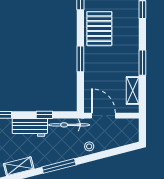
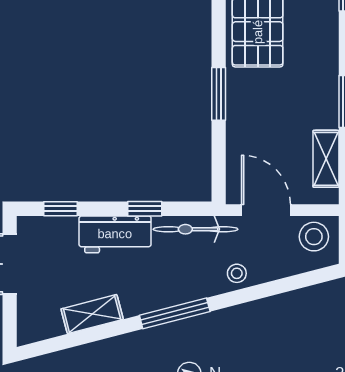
stool: (127, 128) -> (314, 237), added

